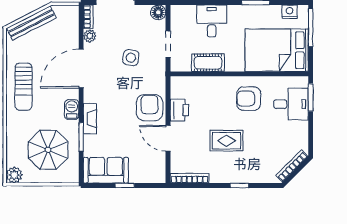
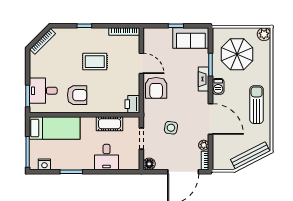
bed: (277, 50) -> (55, 128), width x0.67
door: (81, 69) -> (211, 119), hinge flipped
printer: (179, 110) -> (132, 104), moved

